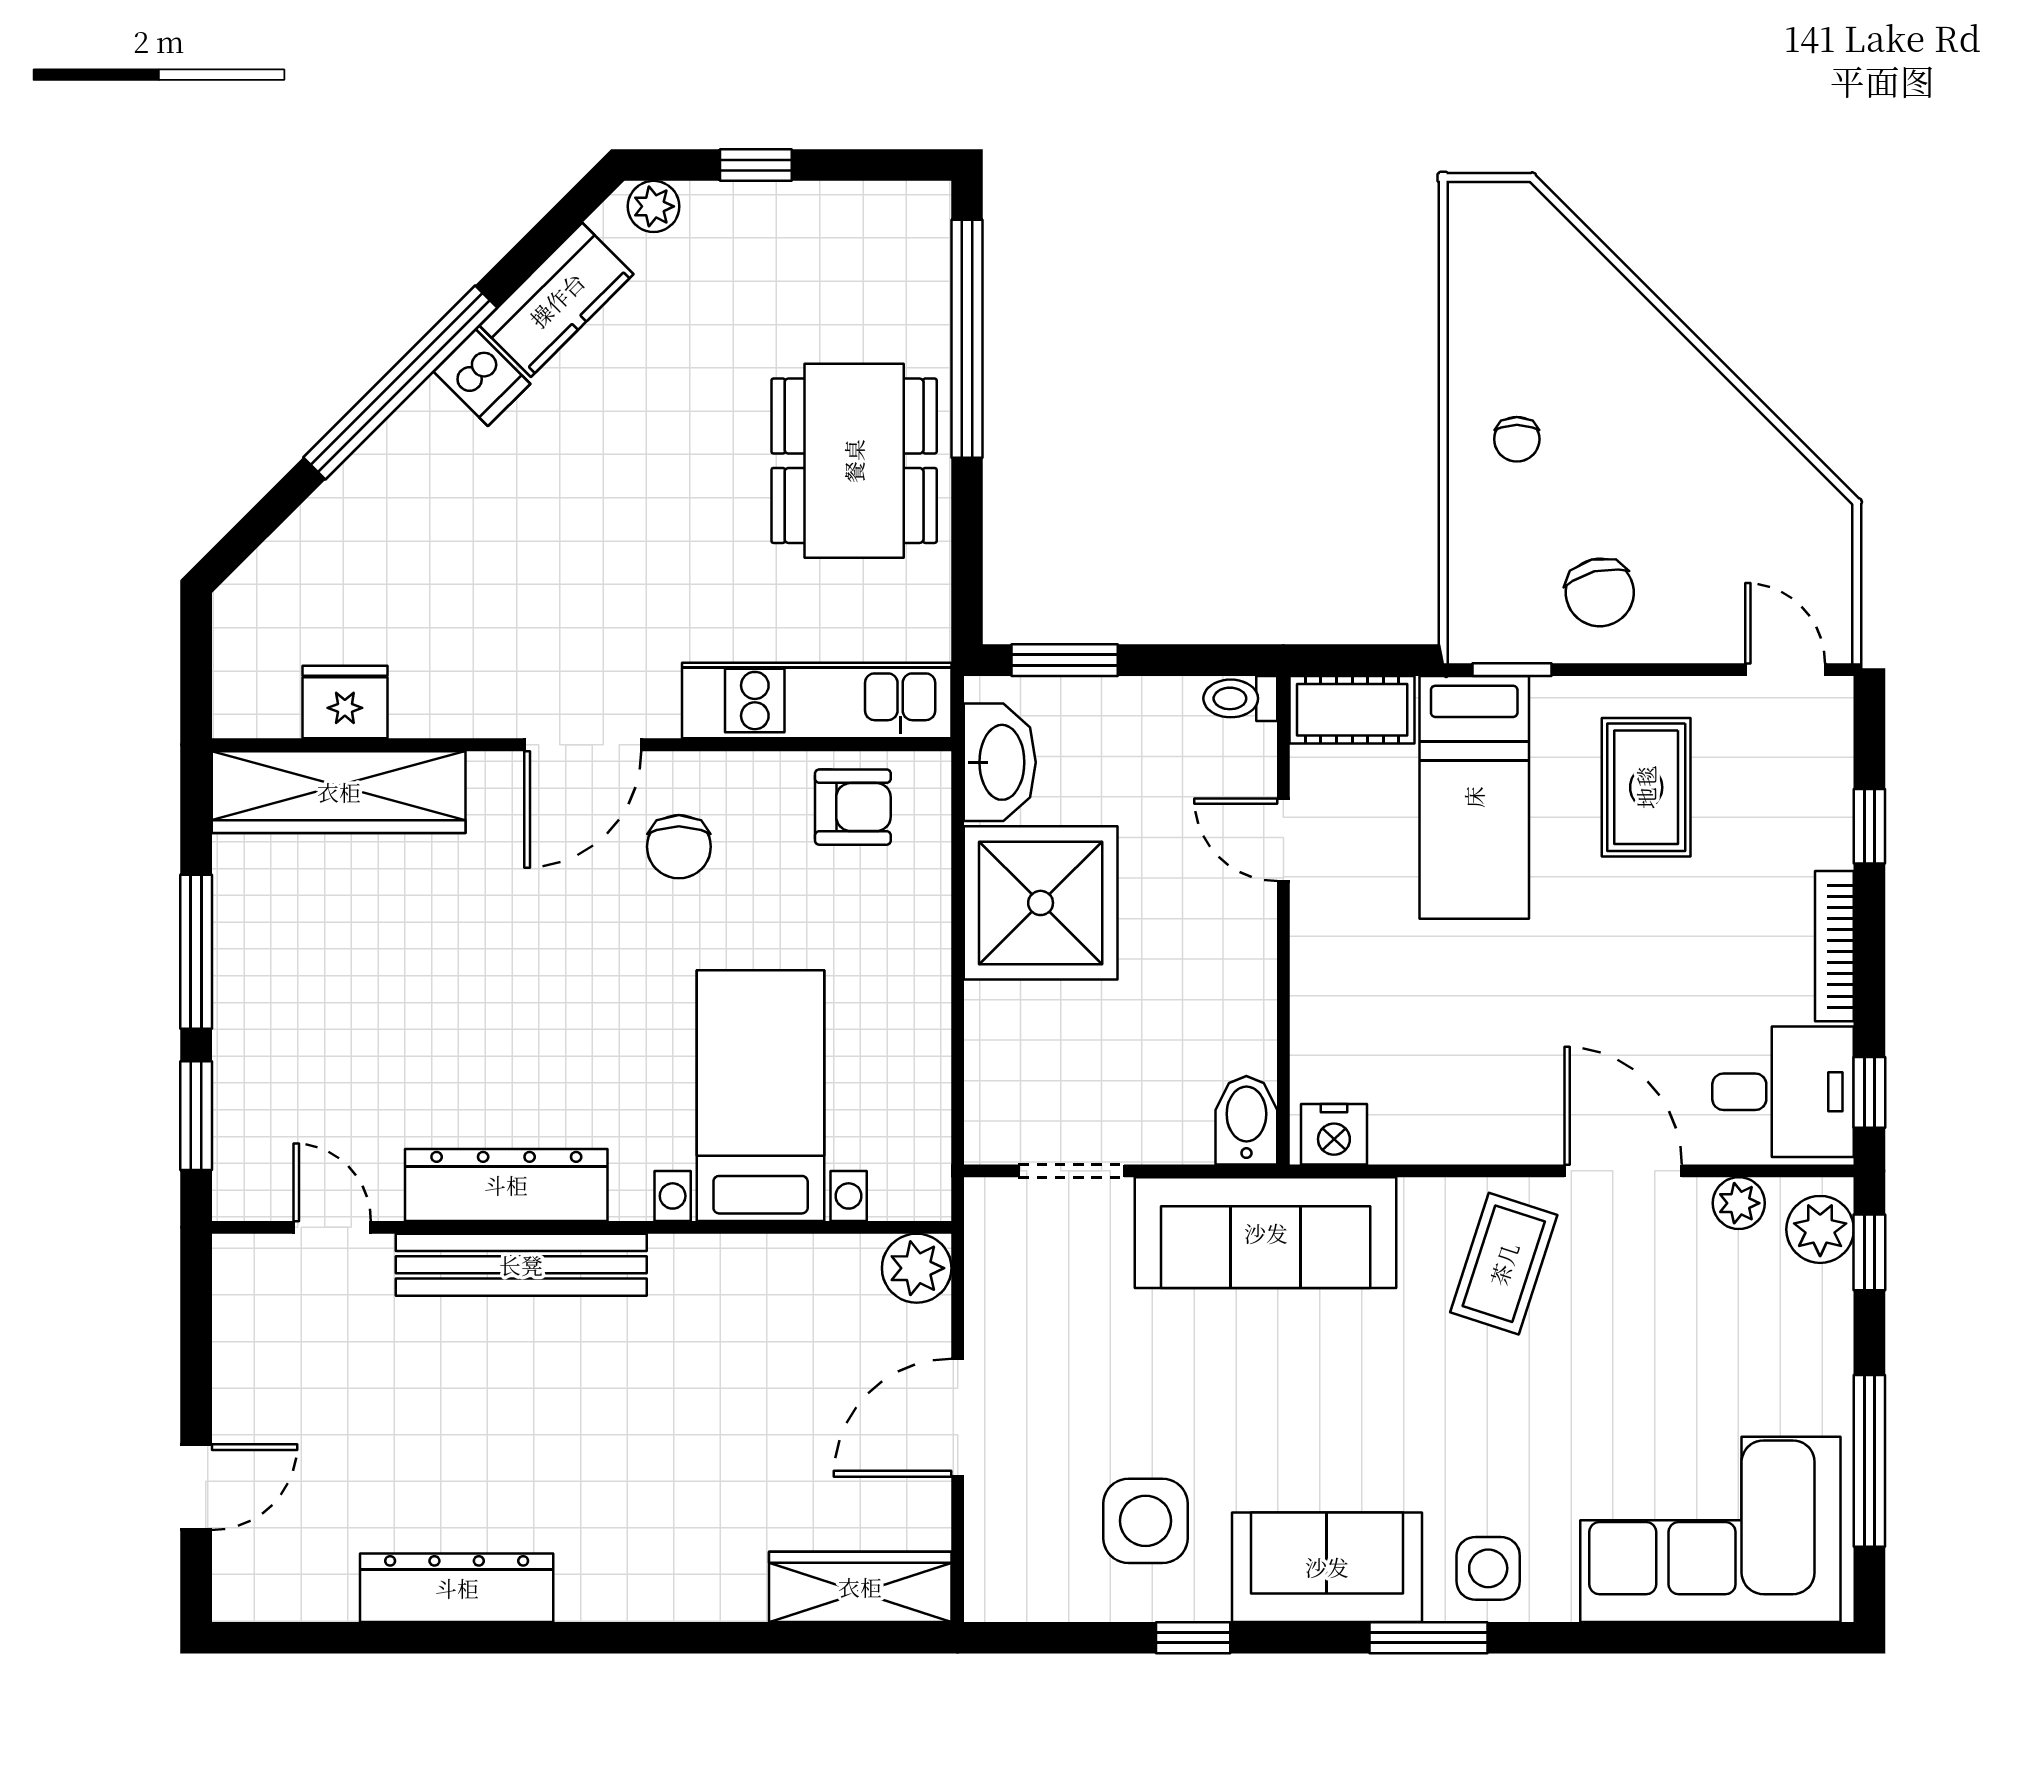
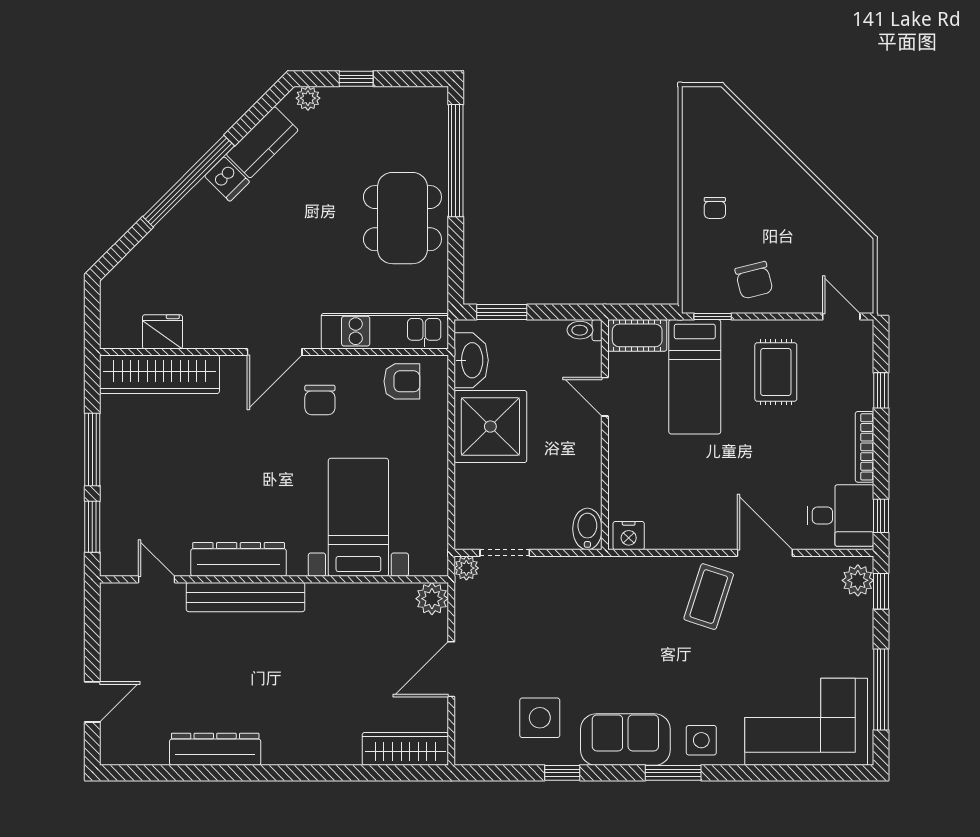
plant: (1739, 1203) -> (466, 568), moved
sofa: (1266, 1233) -> (596, 582), removed

